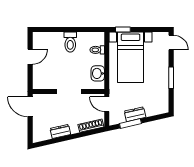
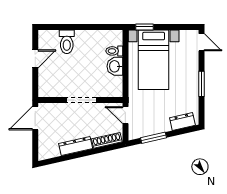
toilet: (70, 42) -> (67, 42), moved
washbasin: (98, 73) -> (115, 66), moved
door: (30, 107) -> (35, 118), hinge flipped
dresser: (135, 114) -> (182, 122), moved
dresser: (60, 131) -> (76, 146), width x1.44

